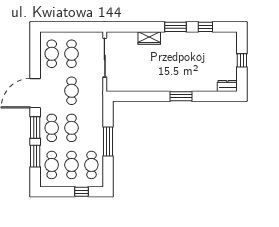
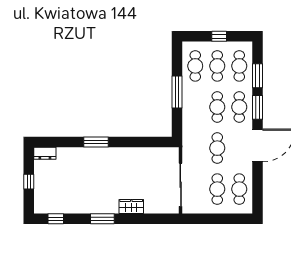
window: (205, 27) -> (56, 219), moved
window: (81, 192) -> (219, 36), moved

